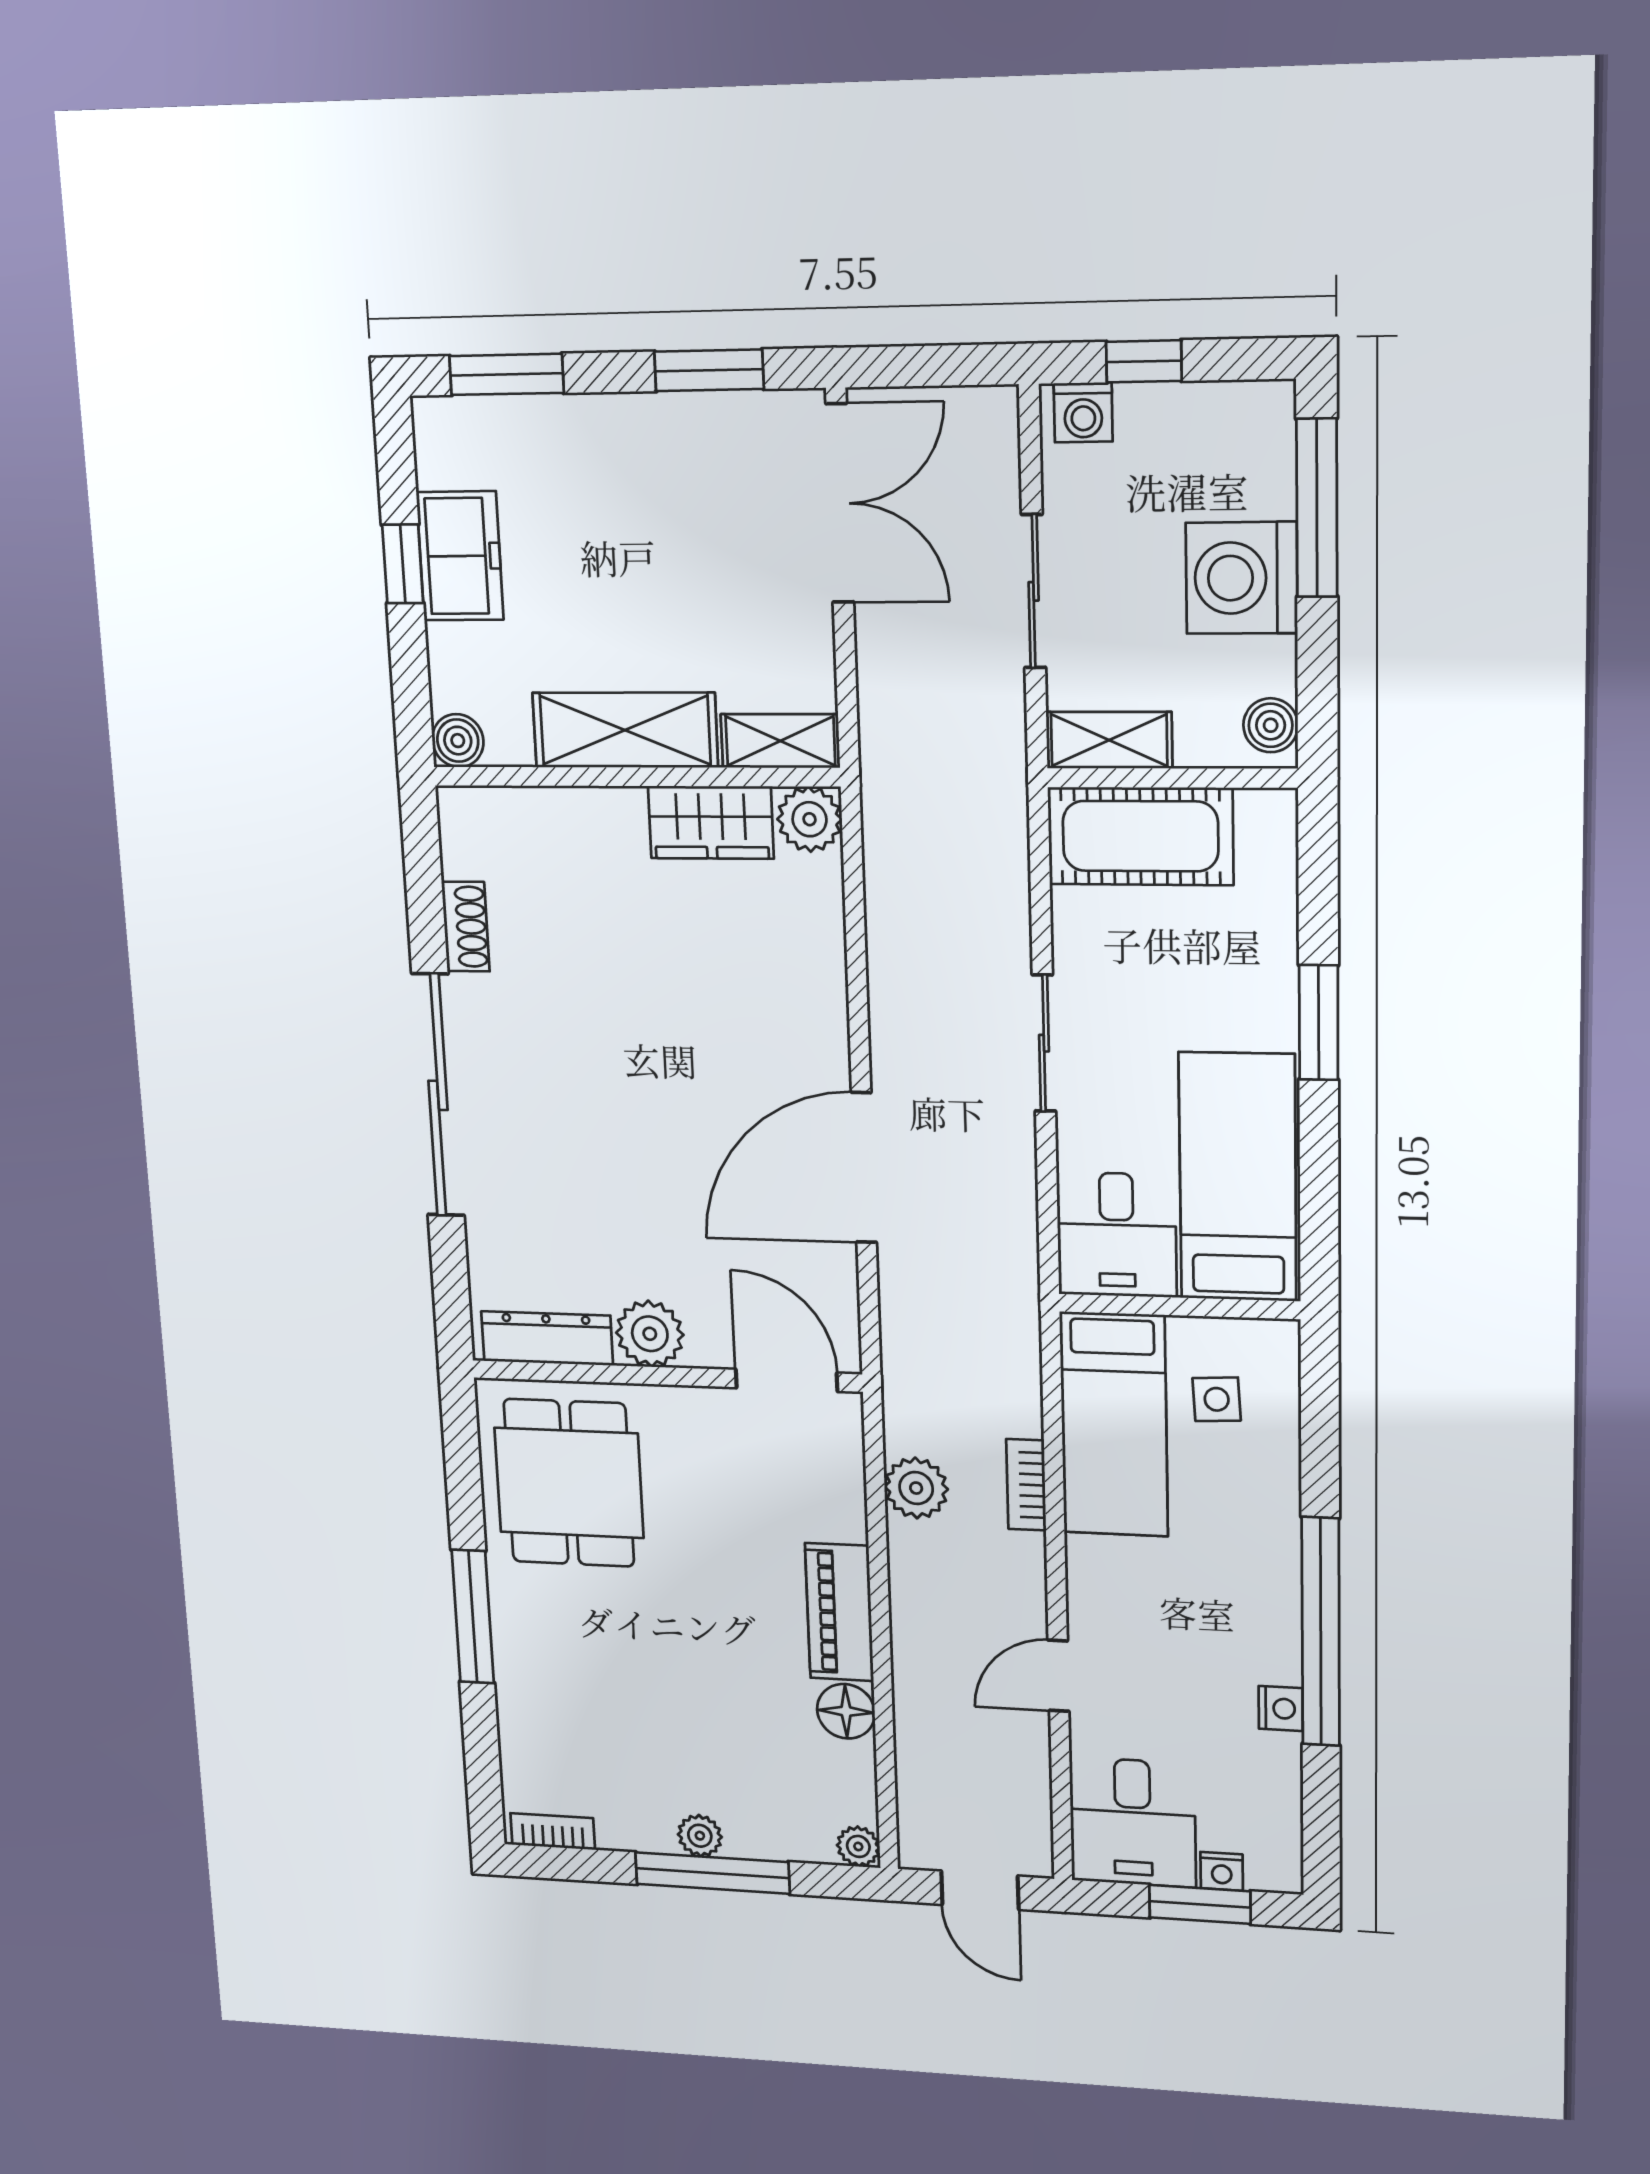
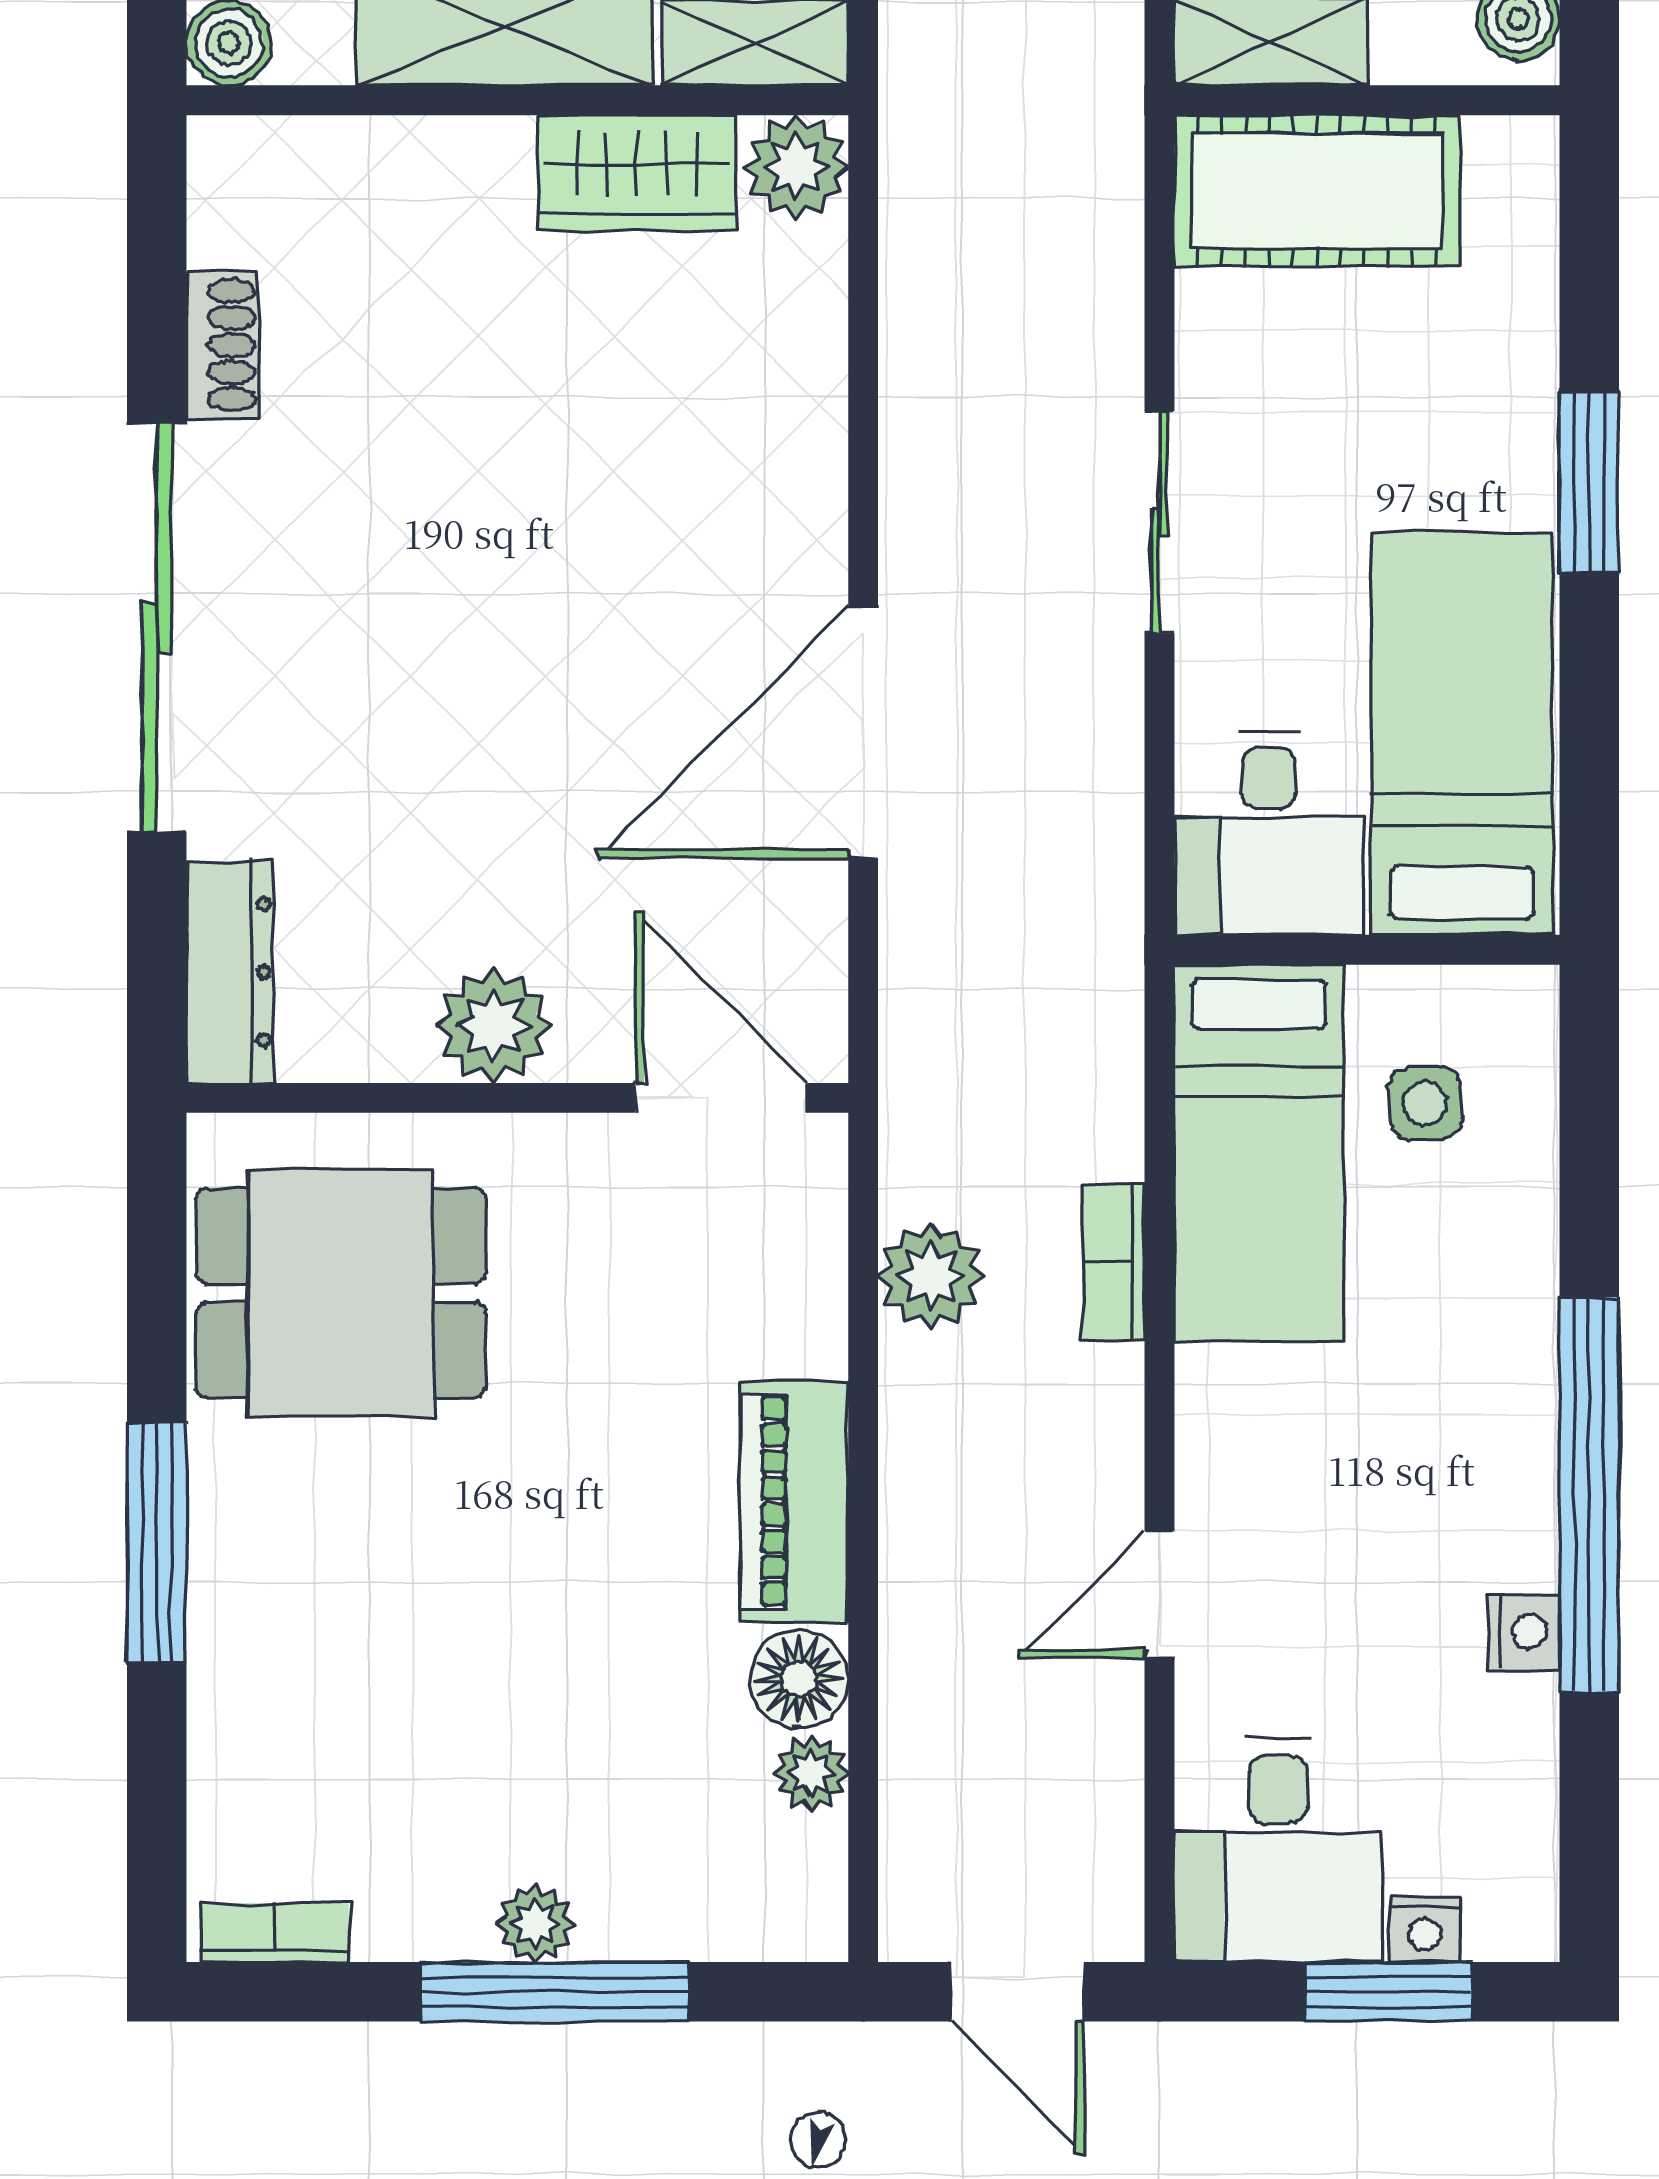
dresser: (547, 1338) -> (230, 972), moved, turned 90
dining table: (569, 1483) -> (340, 1293), turned 90
plant: (858, 1846) -> (811, 1773), moved

